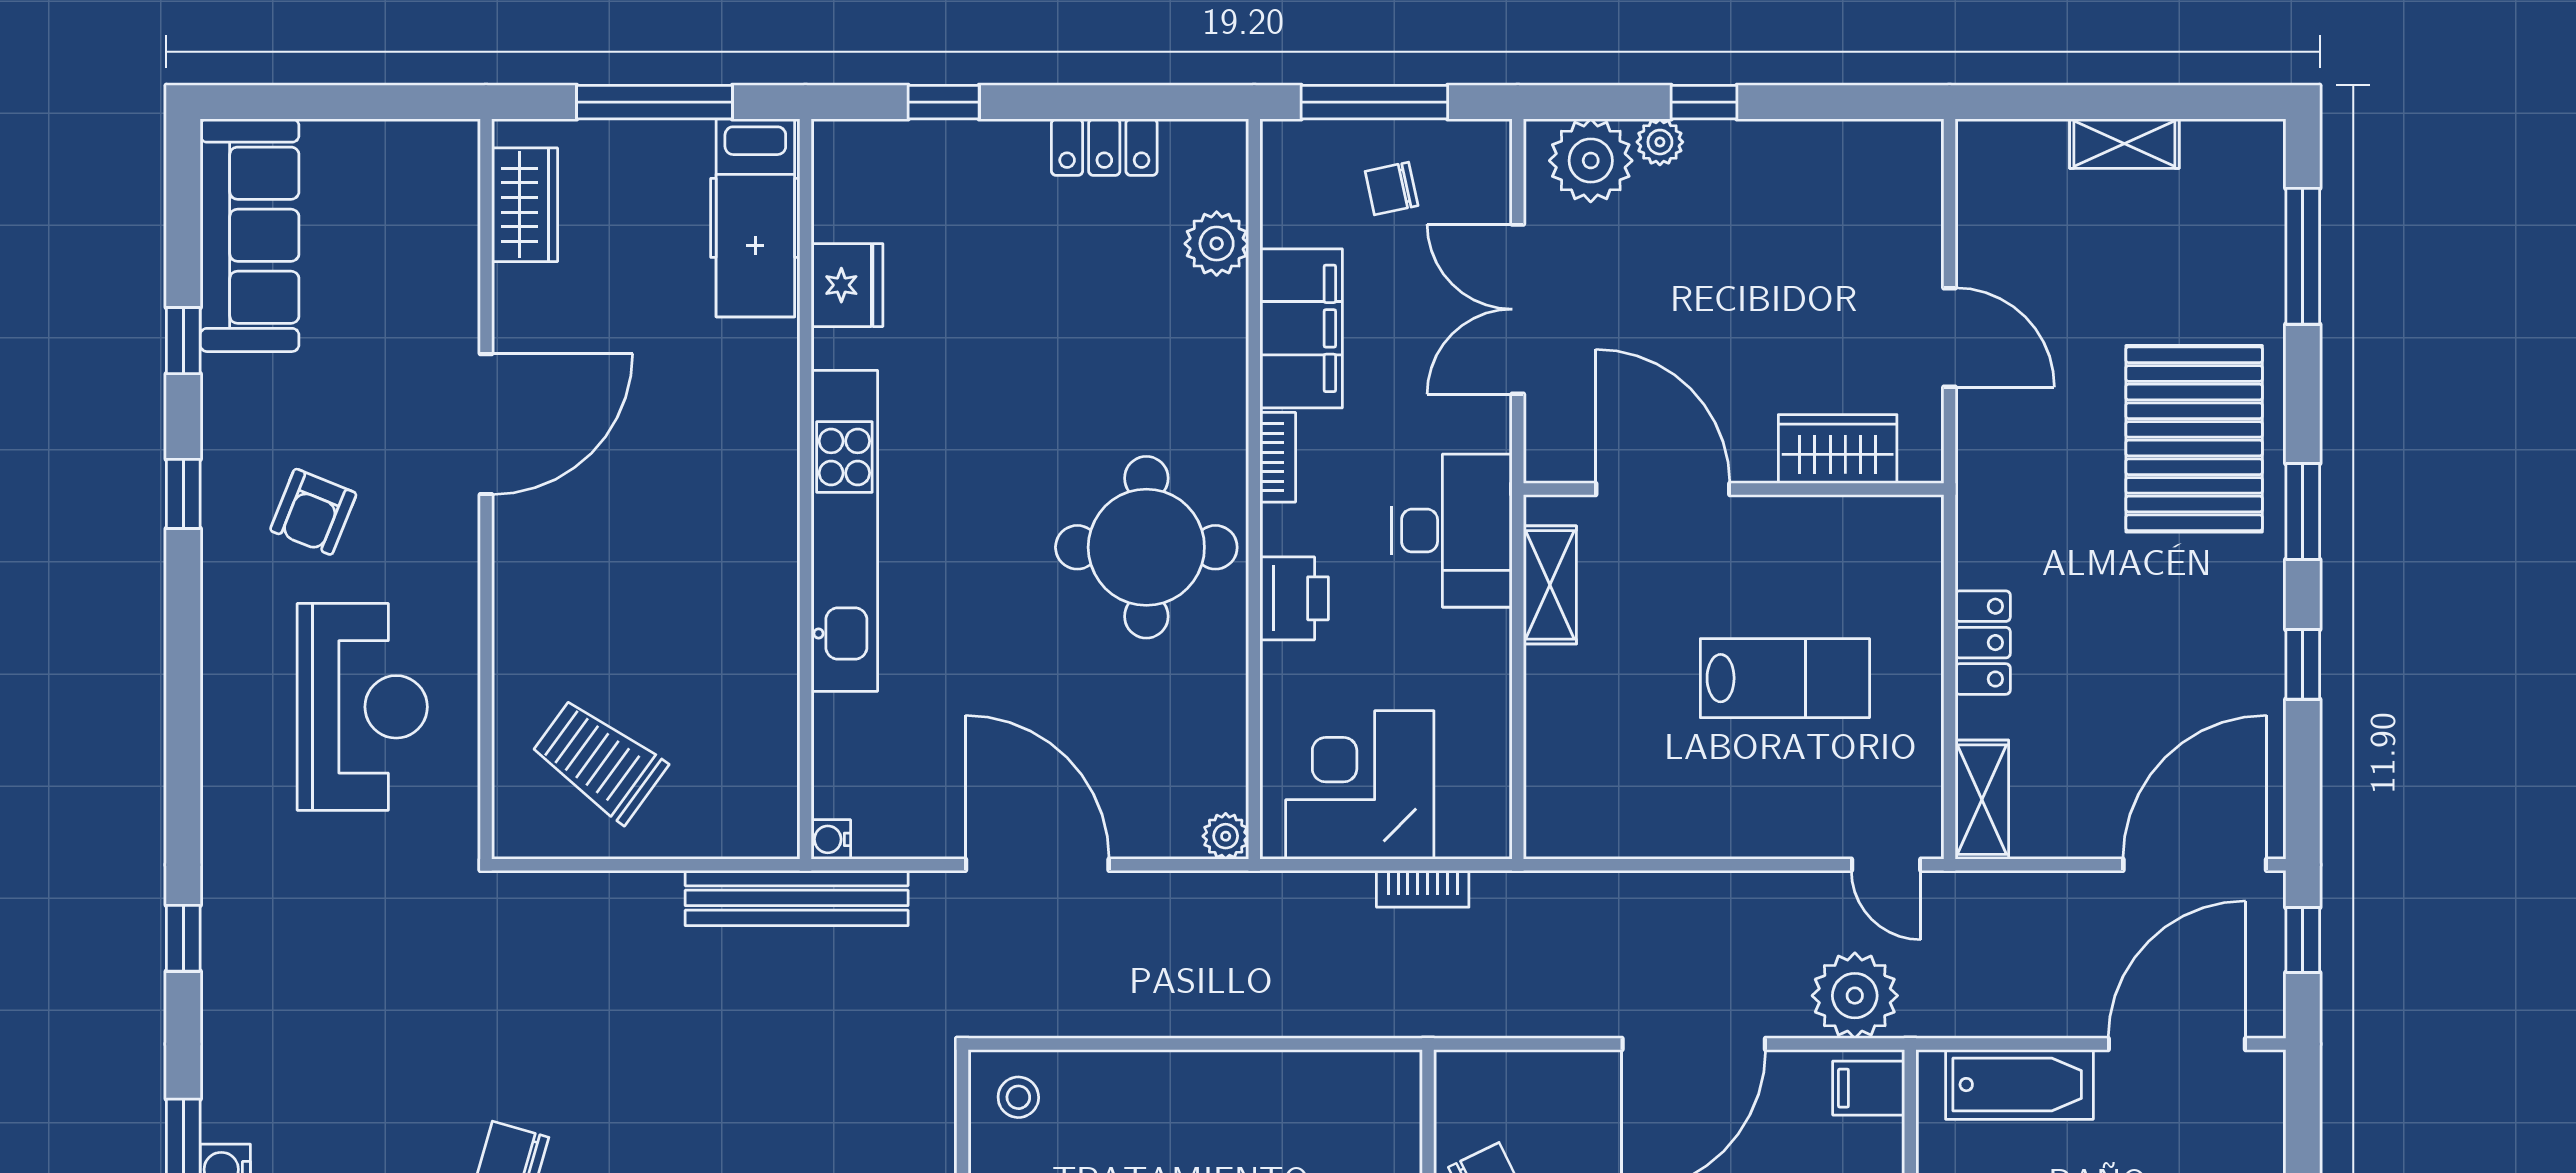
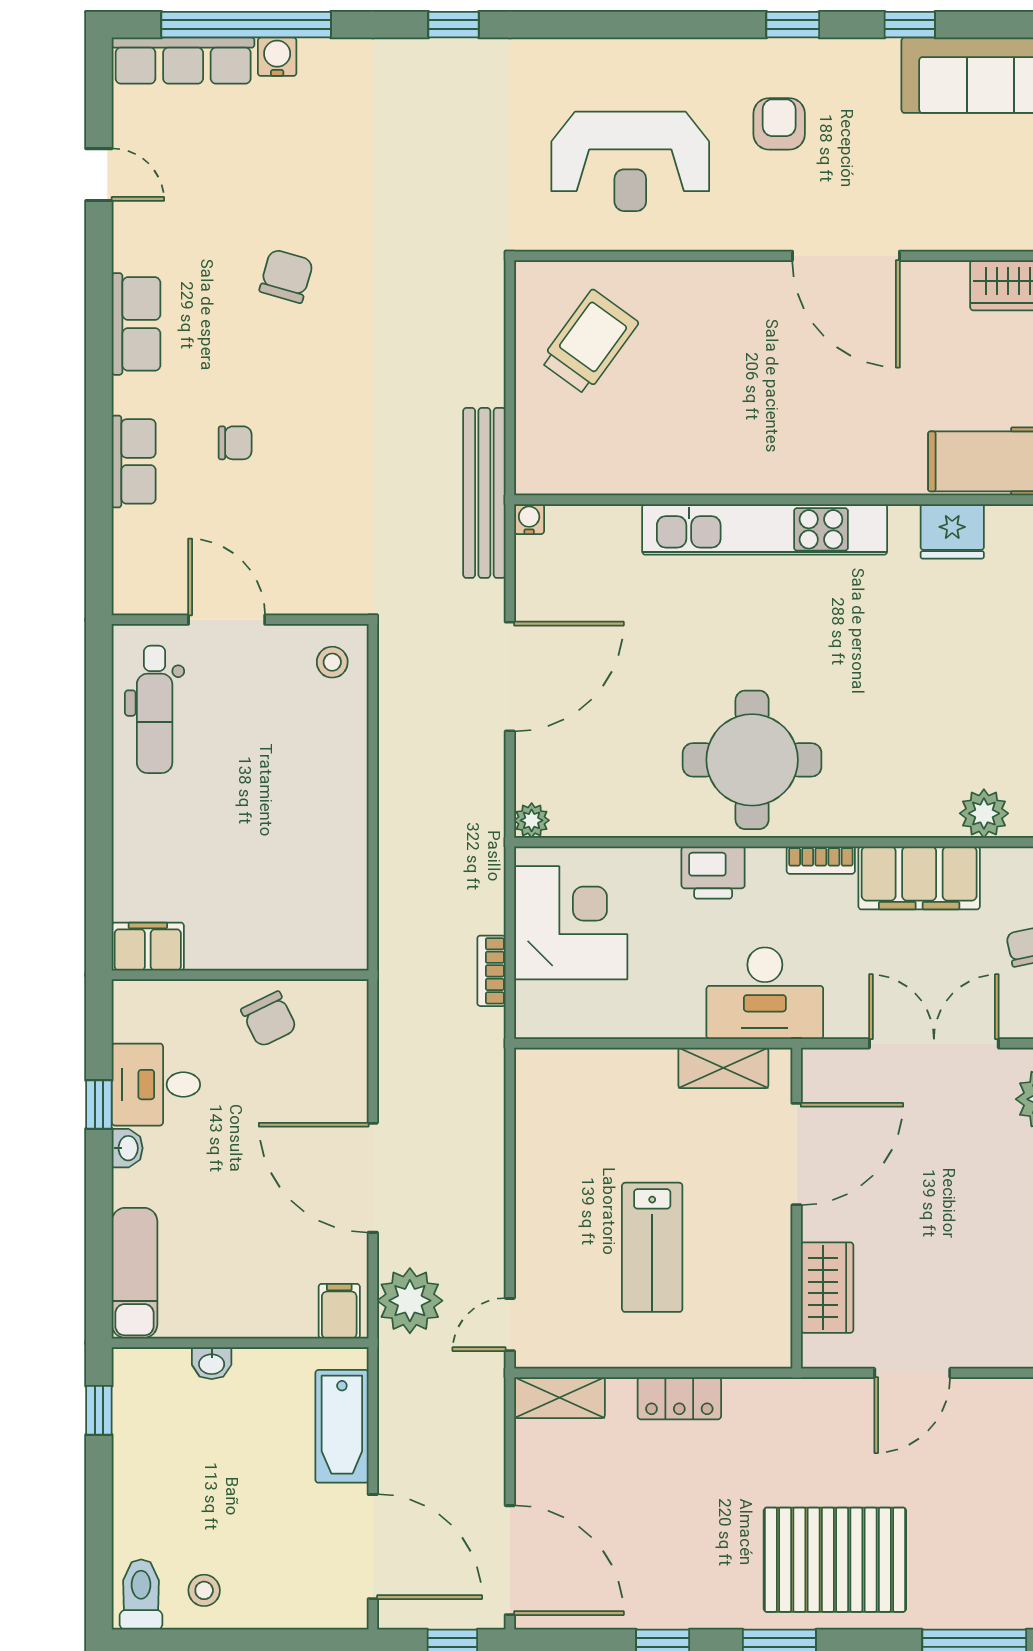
armchair: (313, 512) -> (779, 124), turned 68

